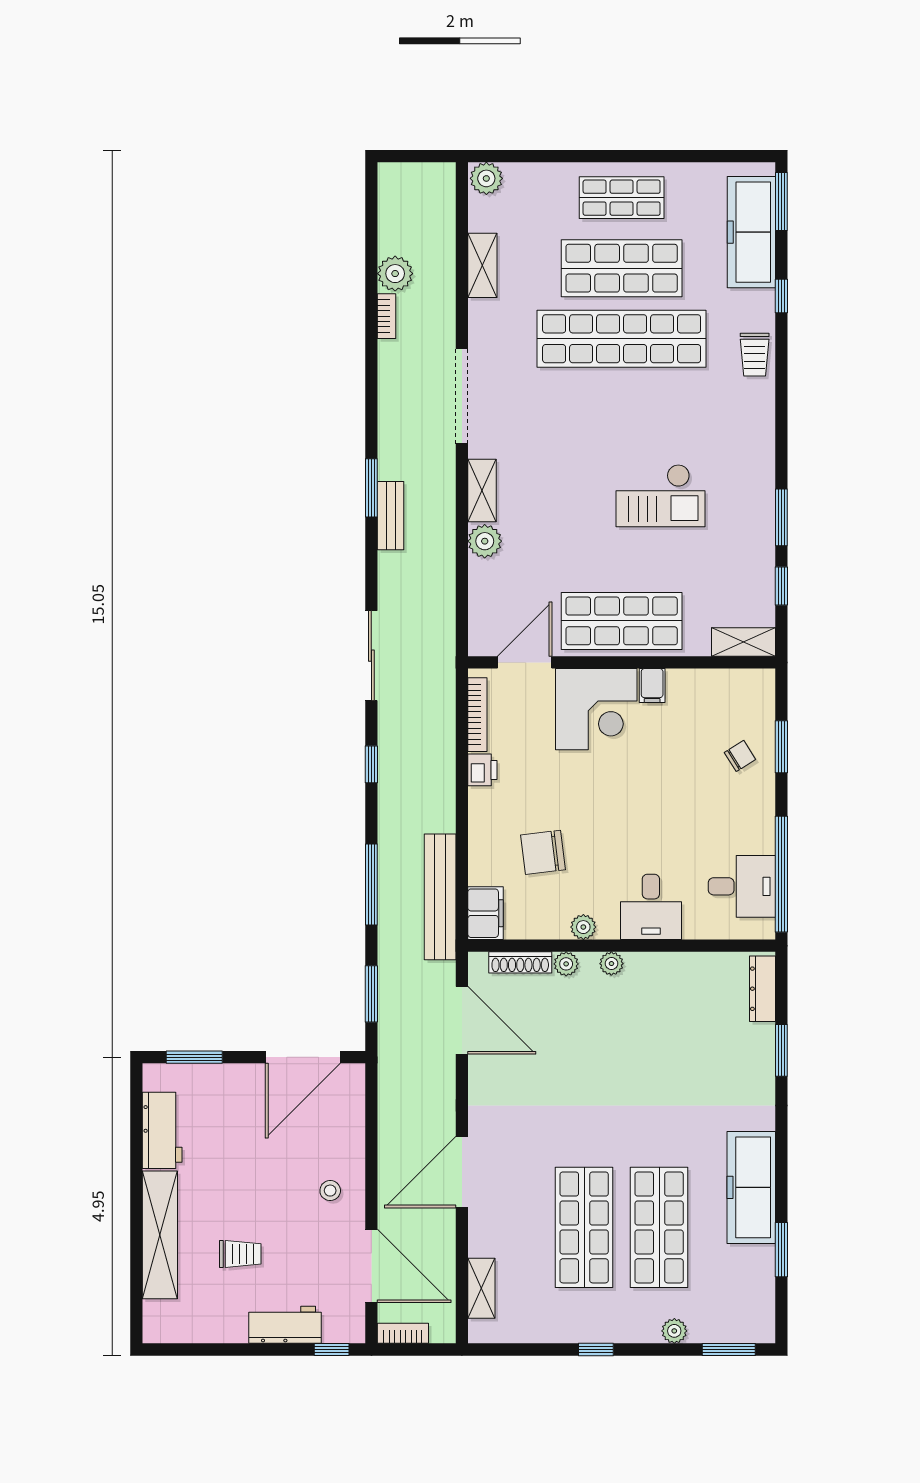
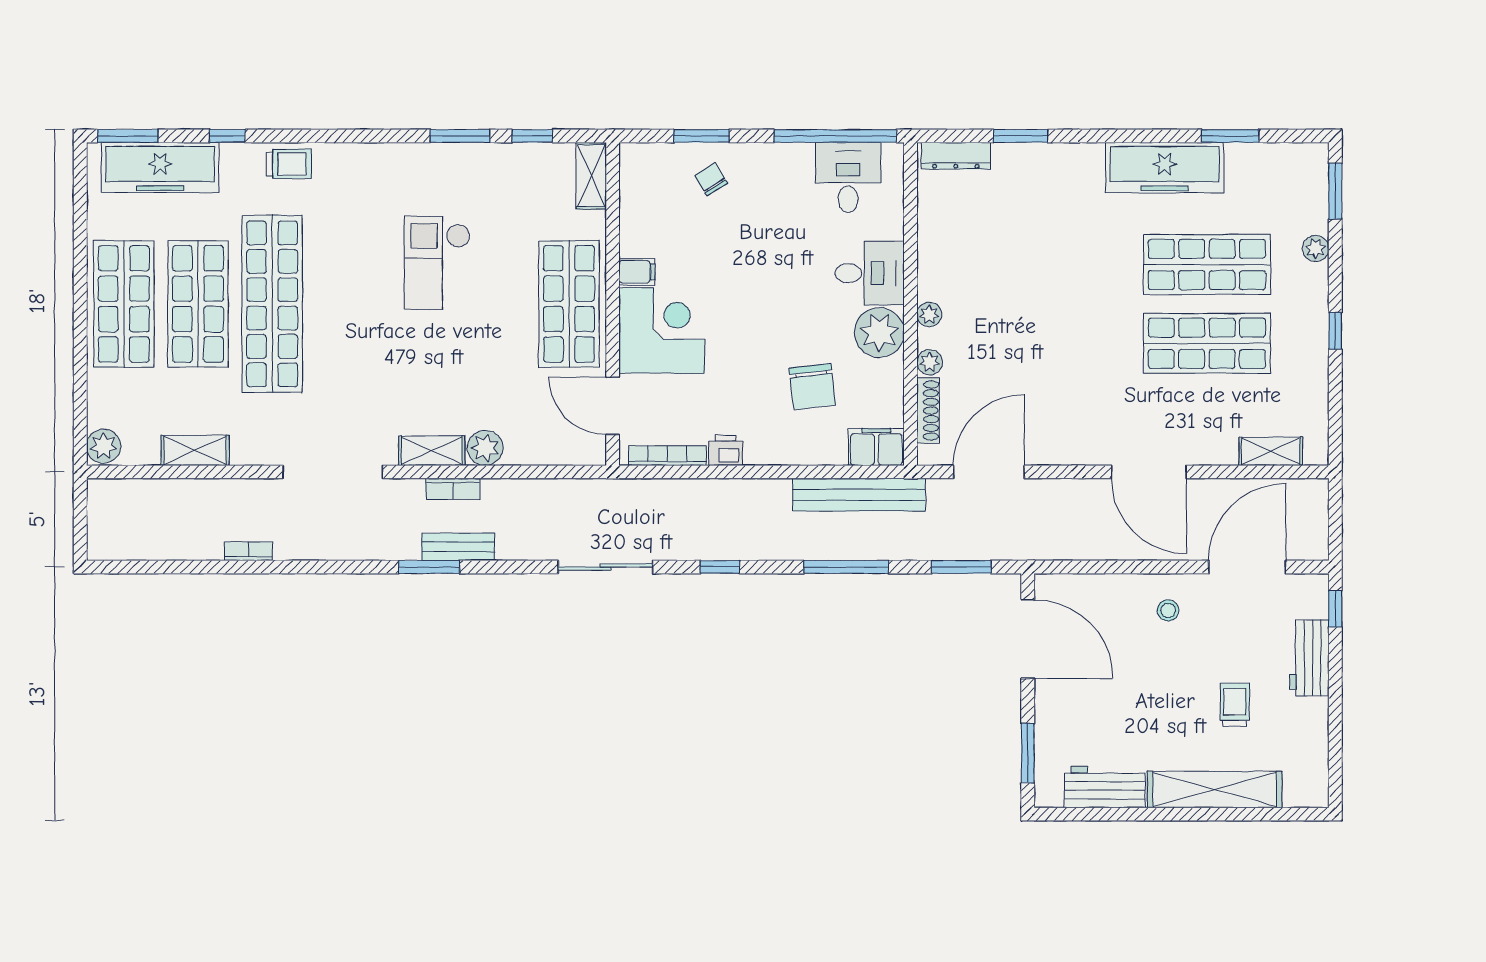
shop shelf: (622, 198) -> (124, 304), width x1.43, depth x1.36
plant: (395, 274) -> (204, 542), removed
checkout: (661, 496) -> (437, 263), turned 180
plant: (583, 927) -> (879, 333), width x1.87, depth x1.87
bookcase: (403, 1333) -> (453, 489), moved, turned -90

